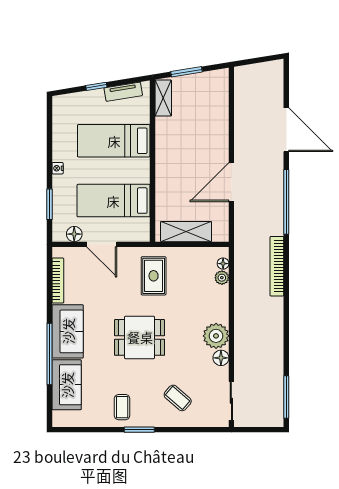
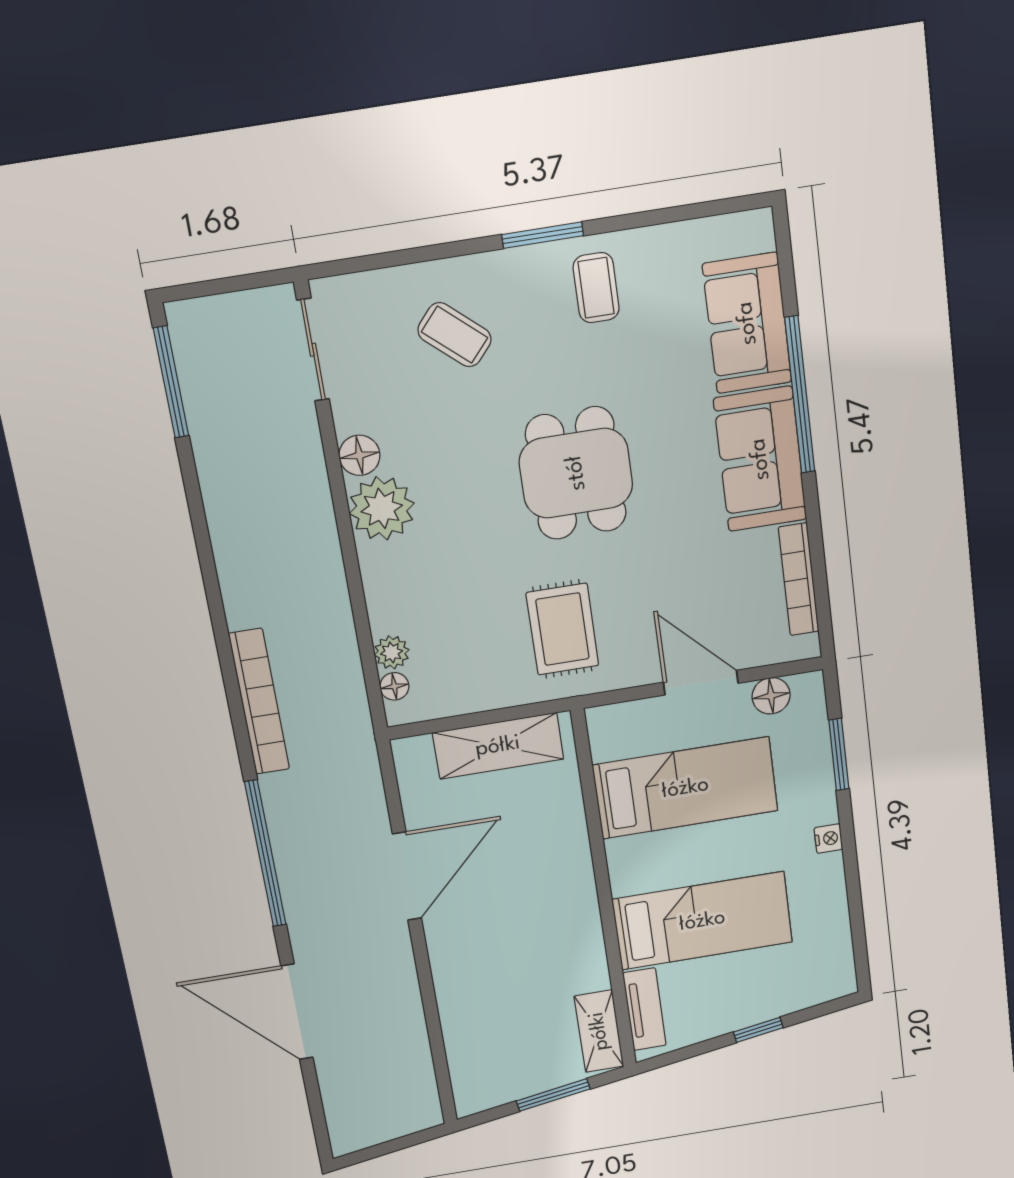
tv unit: (123, 92) -> (644, 1009), moved, turned 99
dining table: (140, 337) -> (576, 473), turned 90

